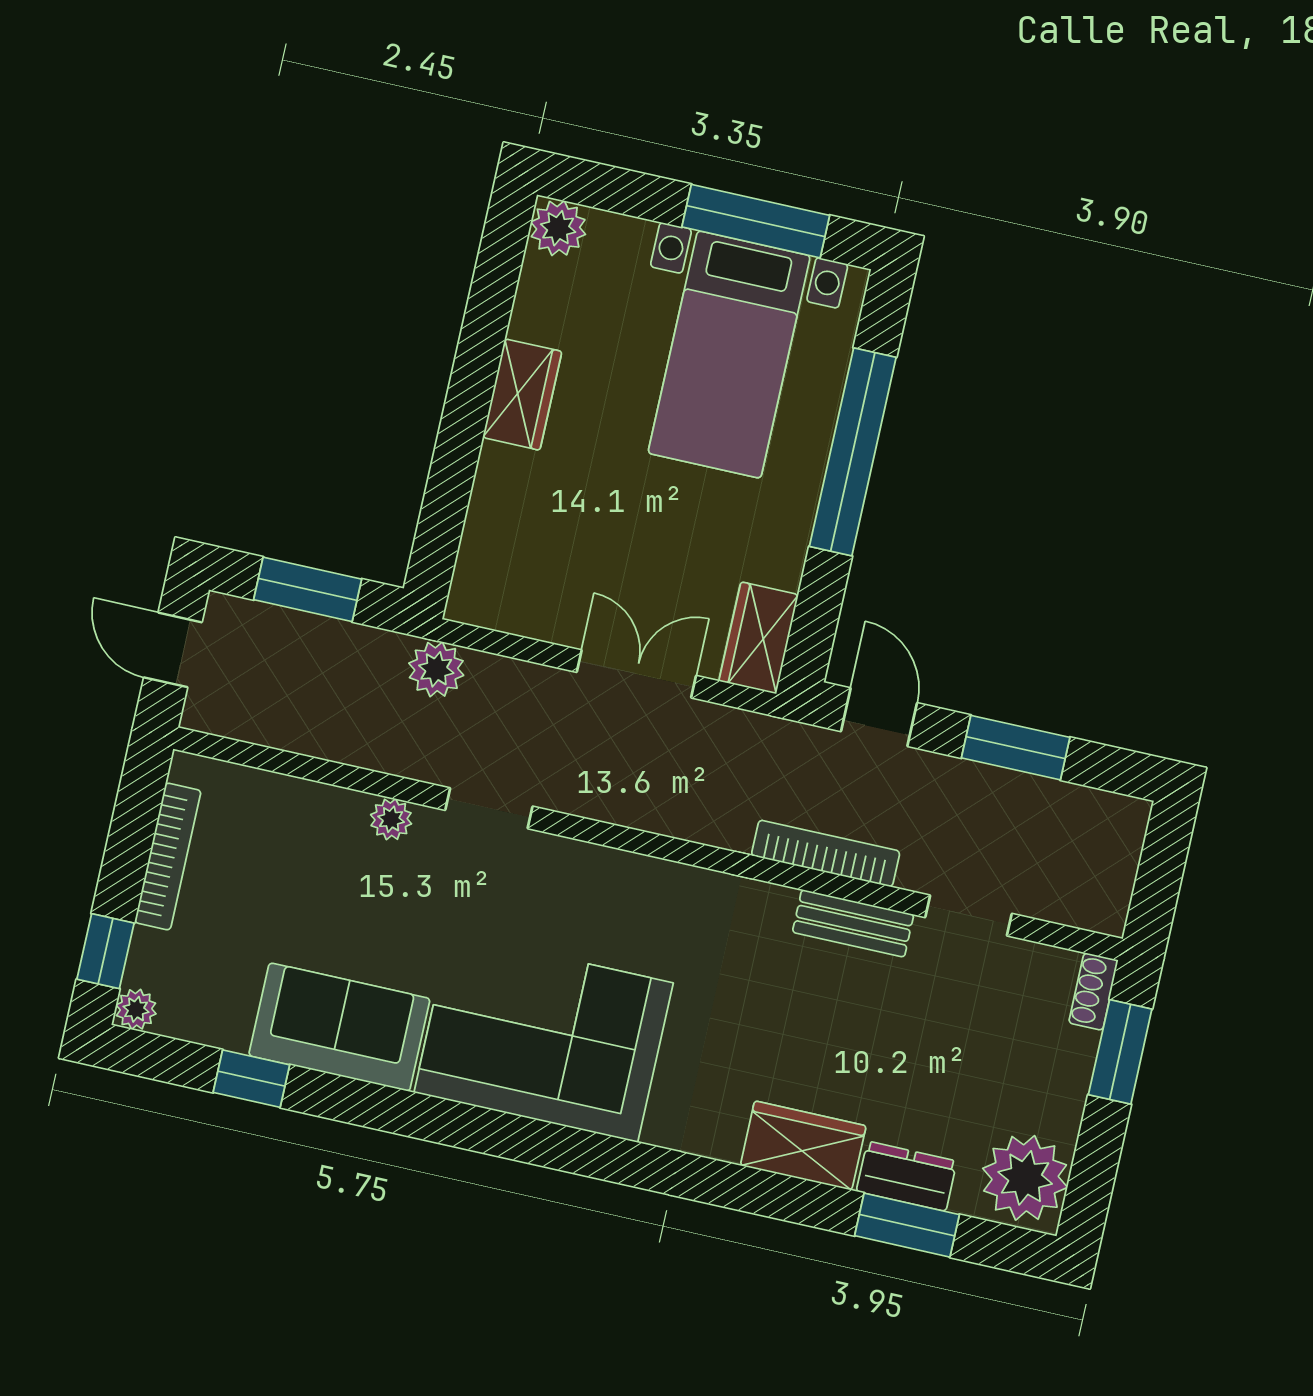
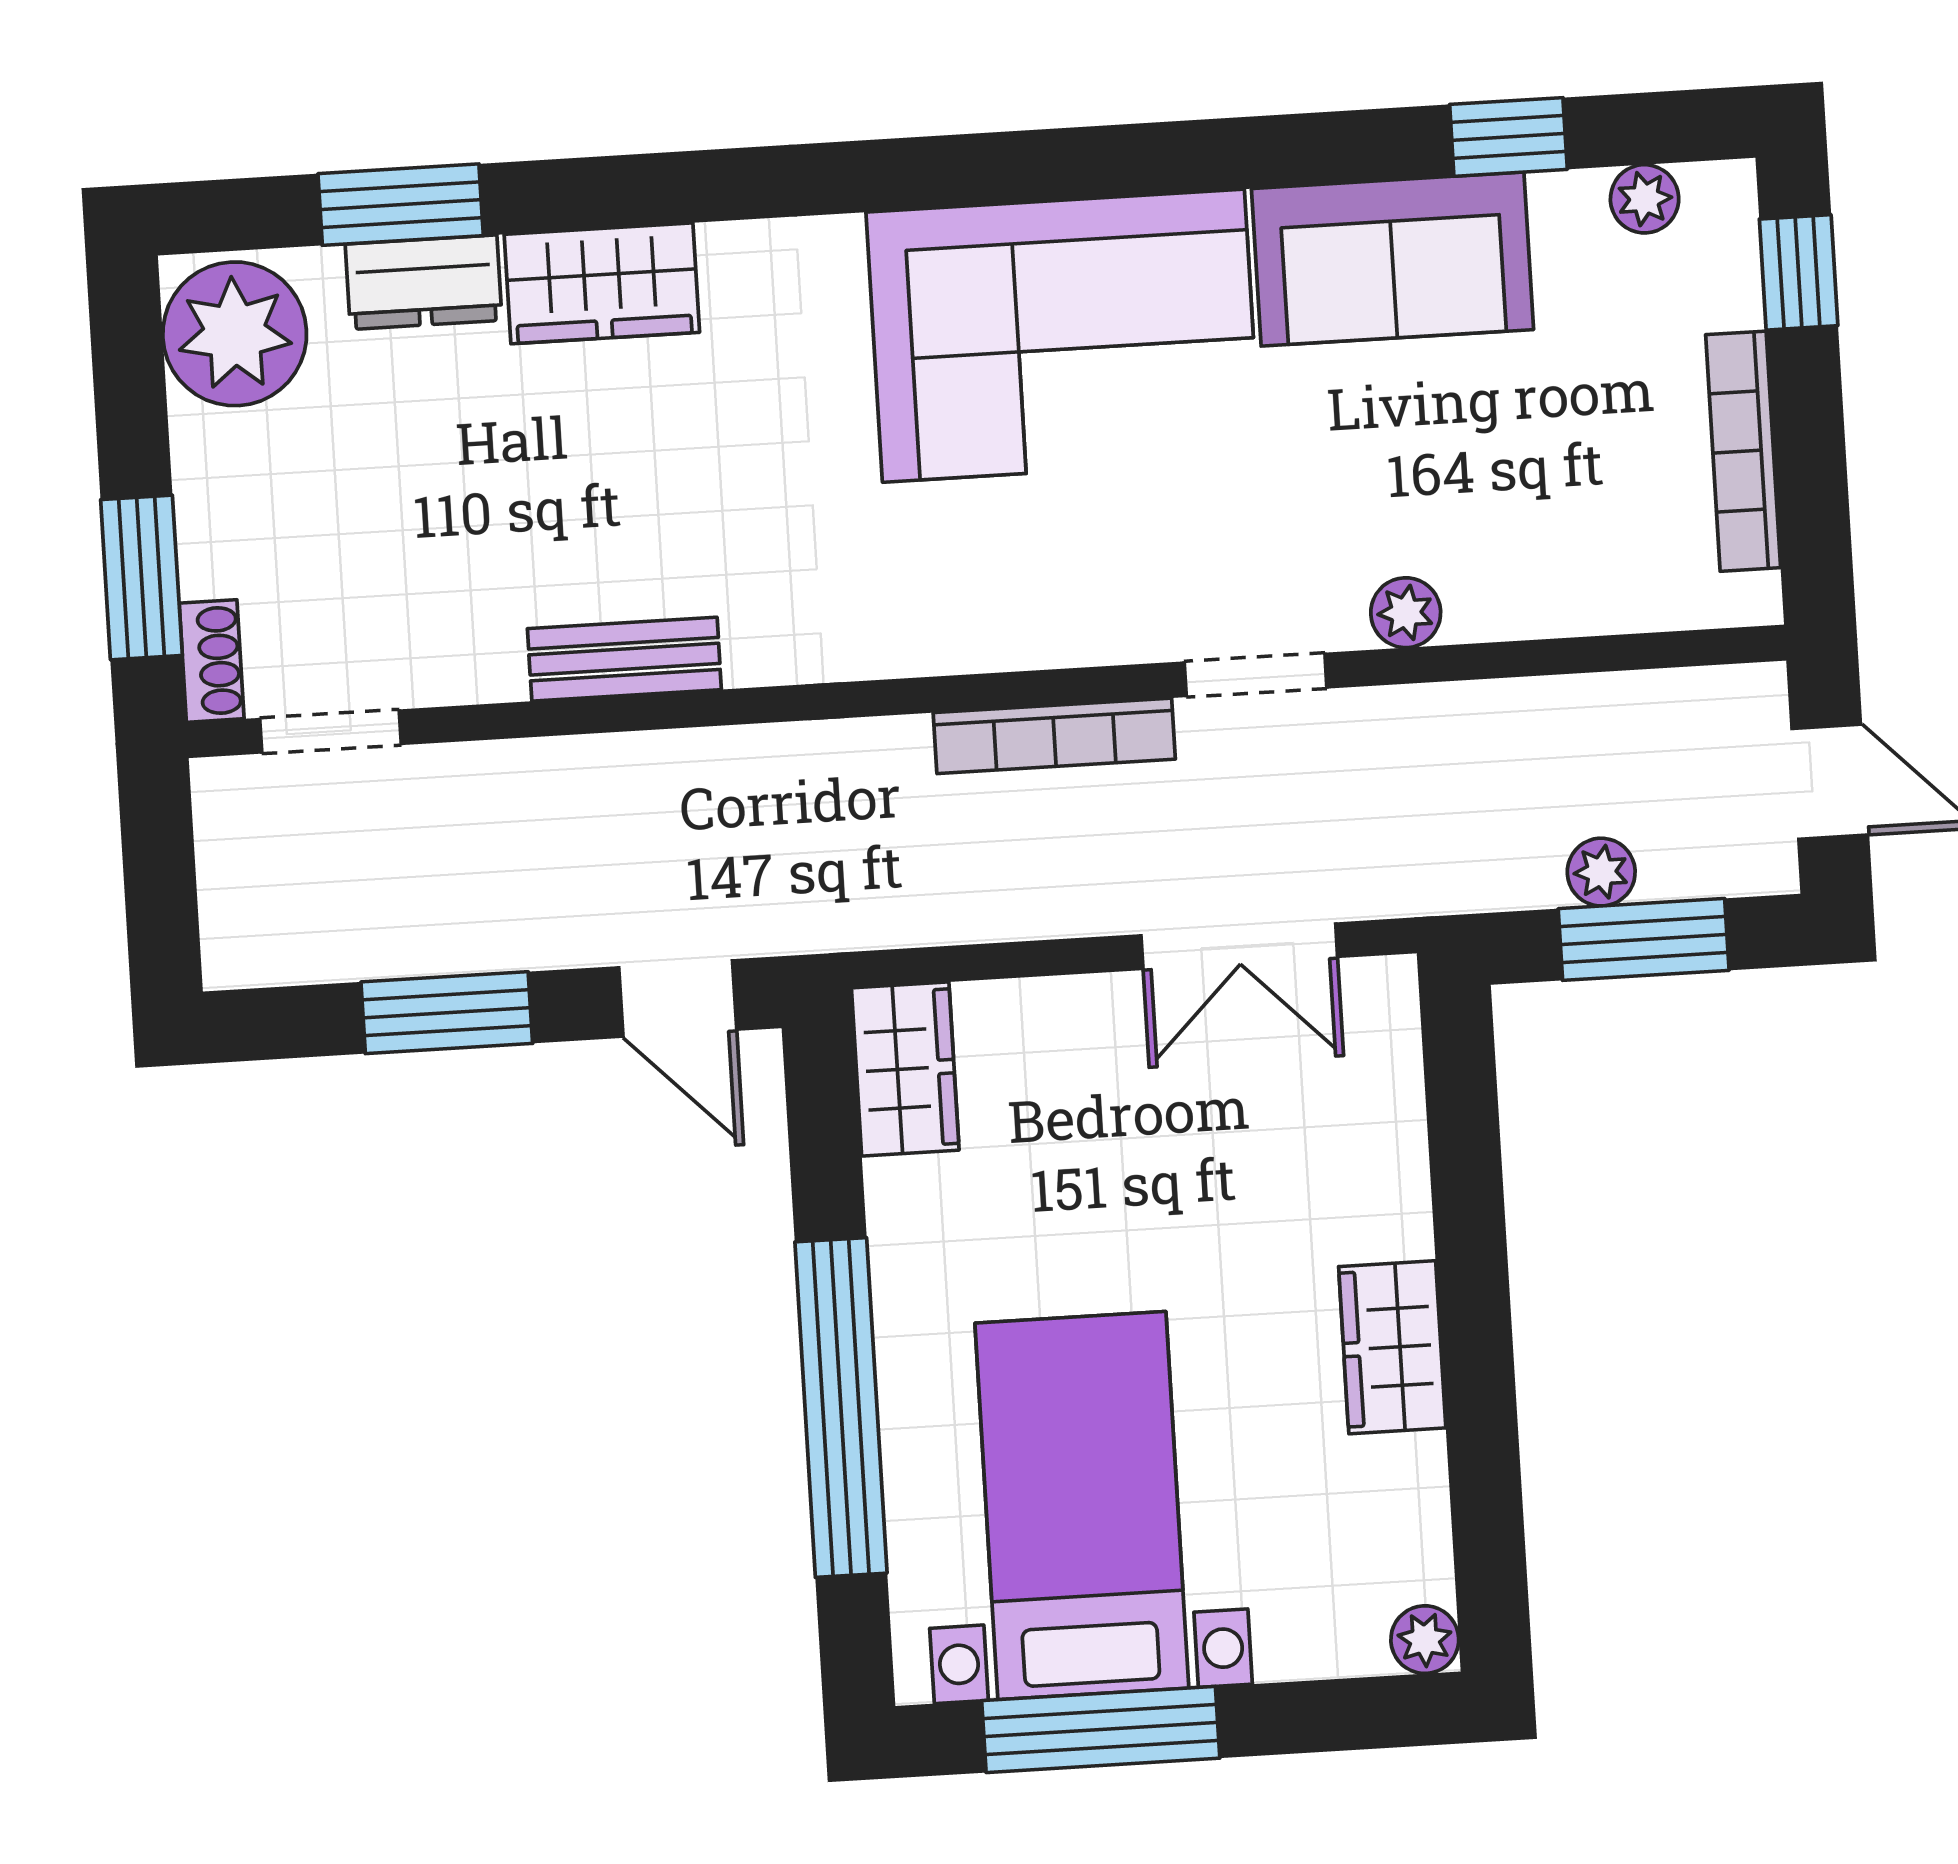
plant: (558, 228) -> (1425, 1640), width x0.73, depth x0.73
plant: (436, 669) -> (1601, 872), moved, width x0.73, depth x0.73
double door: (636, 674) -> (1239, 946), moved
bookcase: (826, 853) -> (1054, 736), moved
doorway: (969, 915) -> (331, 731), moved
plant: (136, 1009) -> (1645, 199), moved

